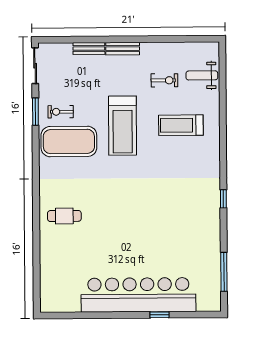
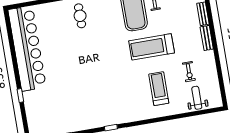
bar counter: (138, 295) -> (27, 48), moved

